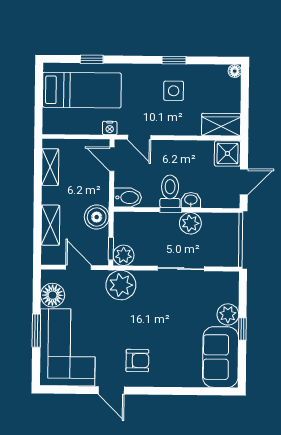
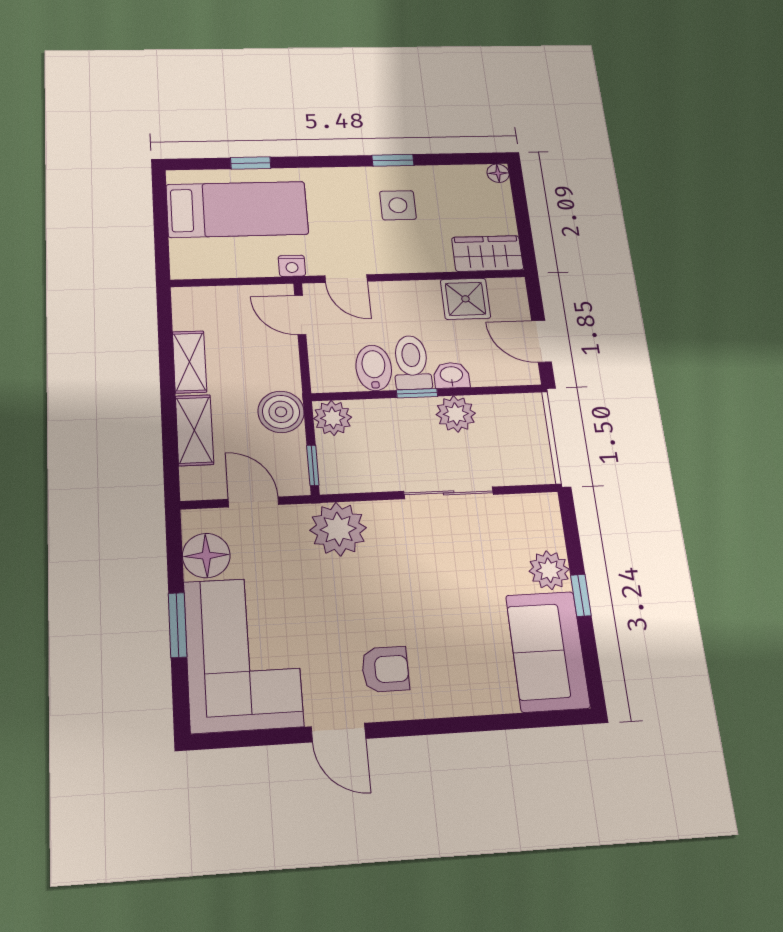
shower: (227, 153) -> (465, 299), moved
shelving: (50, 167) -> (190, 362), moved
door: (244, 182) -> (542, 341), swing flipped
bidet: (128, 198) -> (374, 368), moved, turned -90
plant: (123, 255) -> (333, 418), moved

